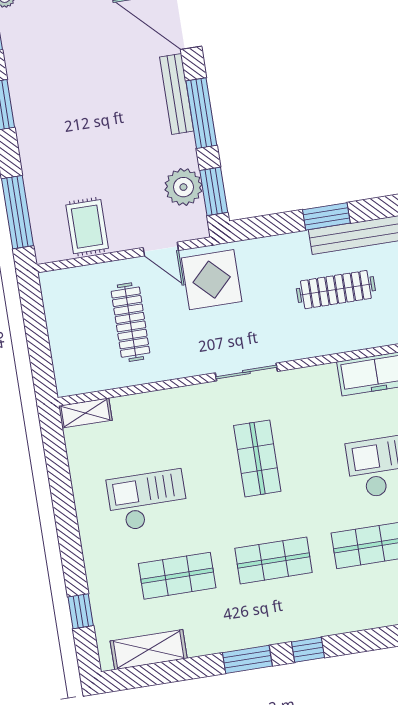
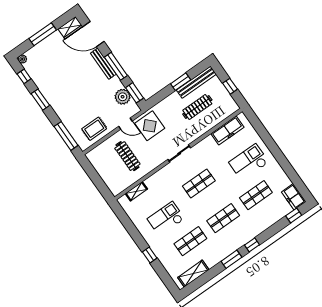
rug: (87, 227) -> (94, 129), turned 90
shelving: (85, 413) -> (136, 191), moved
shop shelf: (257, 458) -> (199, 183), turned 90
window: (81, 611) -> (150, 255), moved

